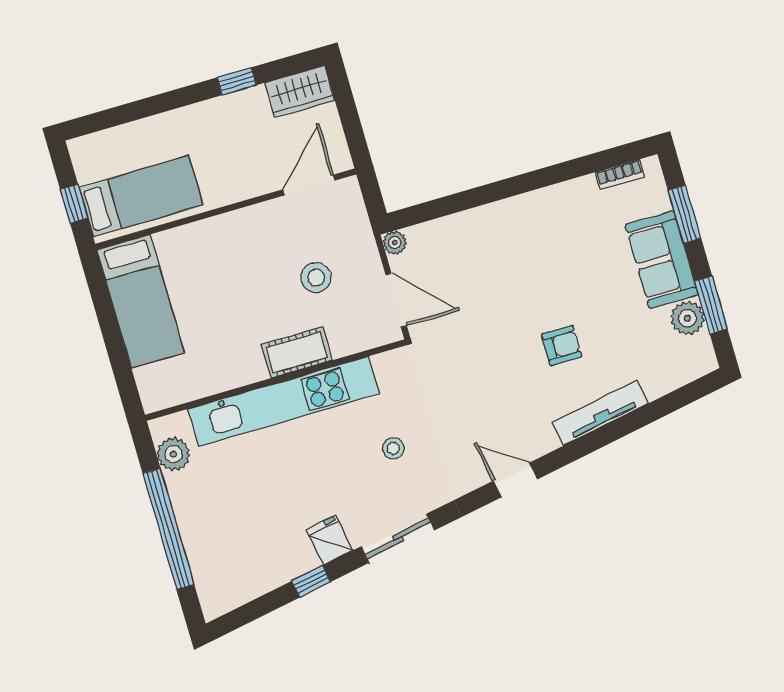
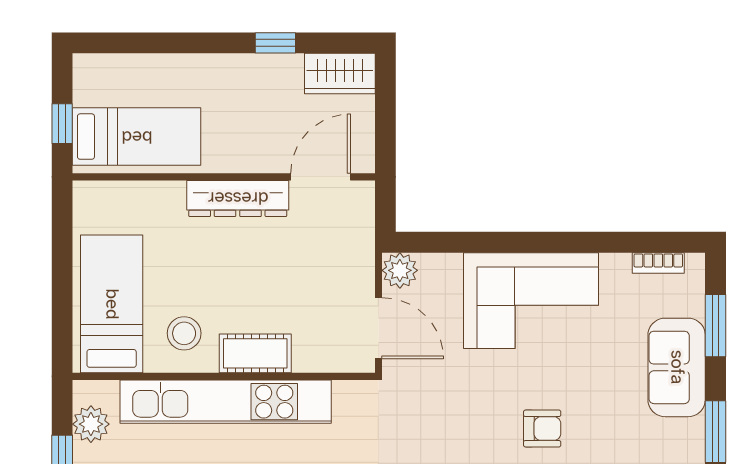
dresser: (243, 224) -> (238, 198), added
corner sofa: (520, 239) -> (531, 301), added
plant: (395, 242) -> (400, 270), width x1.38, depth x1.38
stool: (316, 278) -> (184, 333), moved
bed: (141, 301) -> (112, 304), moved, turned 180
plant: (688, 318) -> (686, 439), removed

